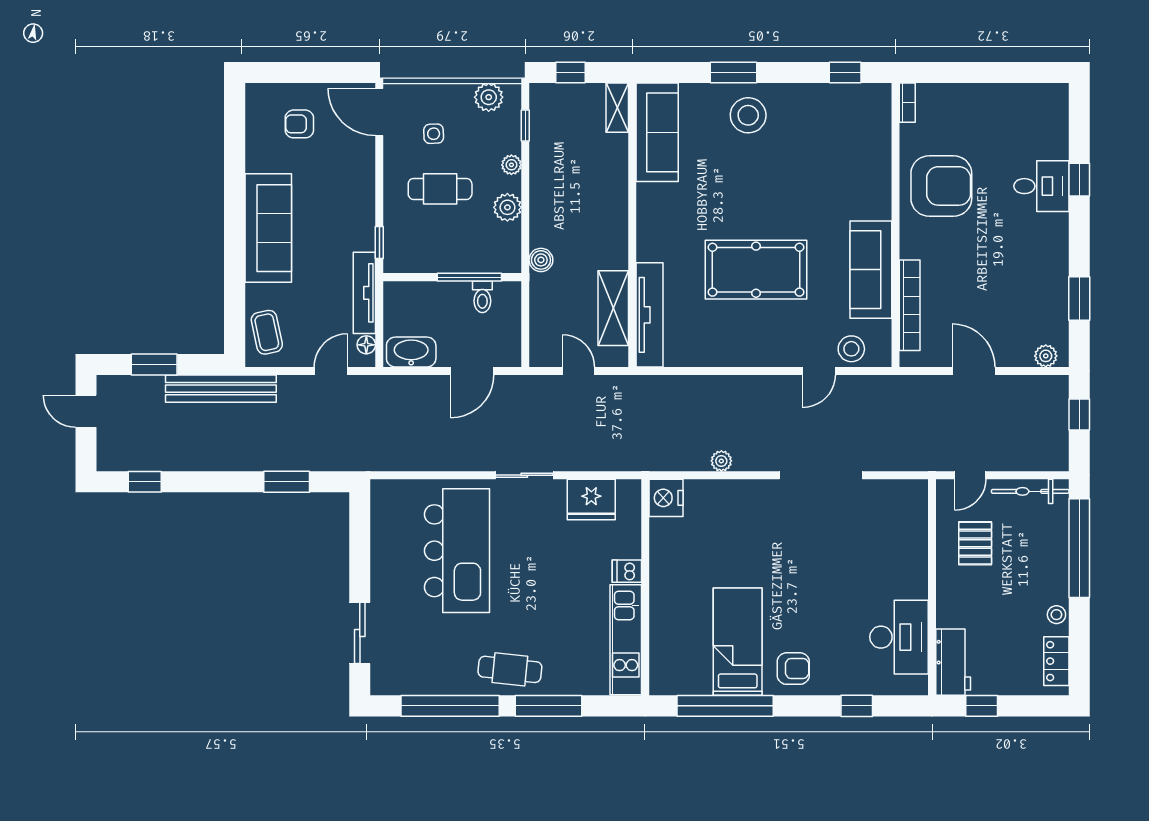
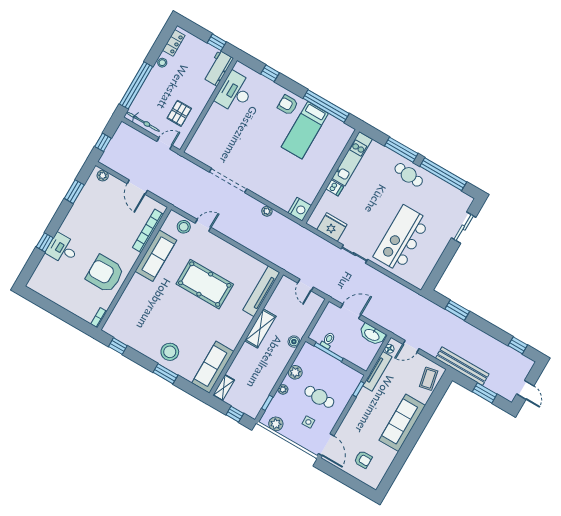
shelving: (613, 308) -> (260, 328), moved

